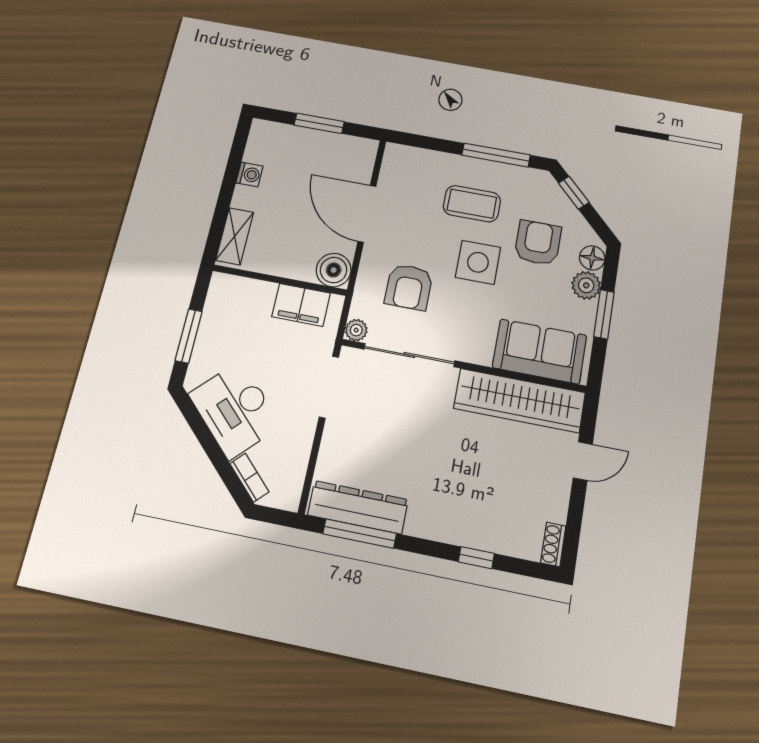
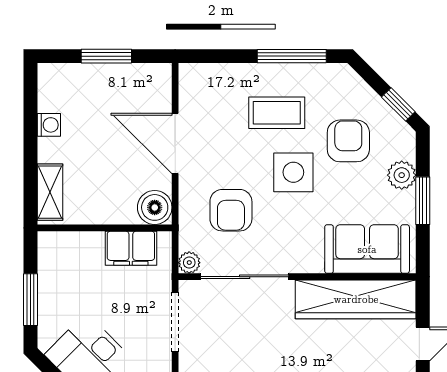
window: (574, 193) -> (398, 104), moved
floor lamp: (592, 258) -> (403, 146), removed

